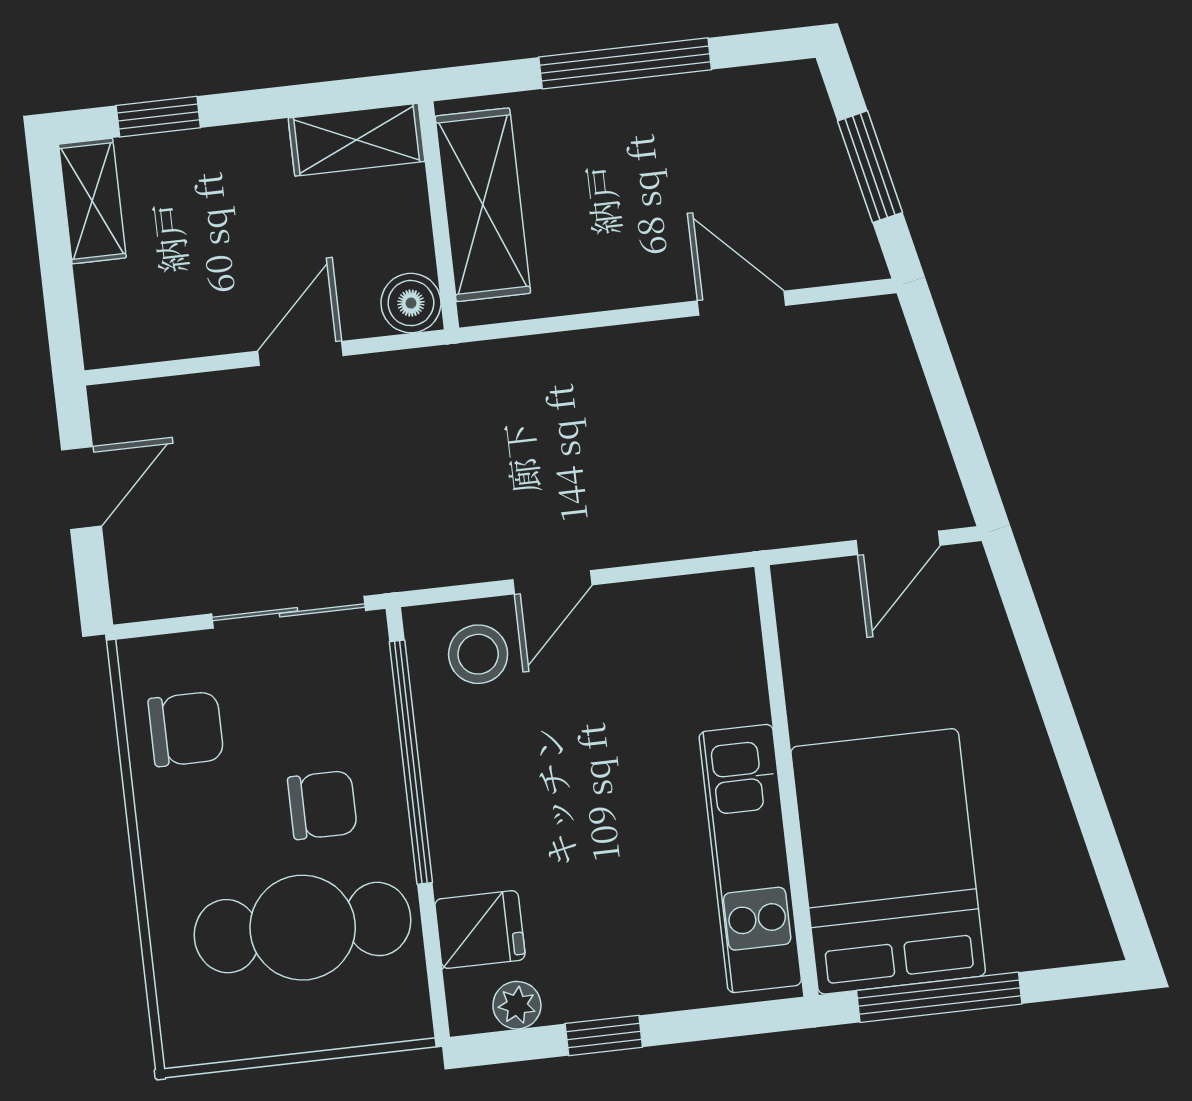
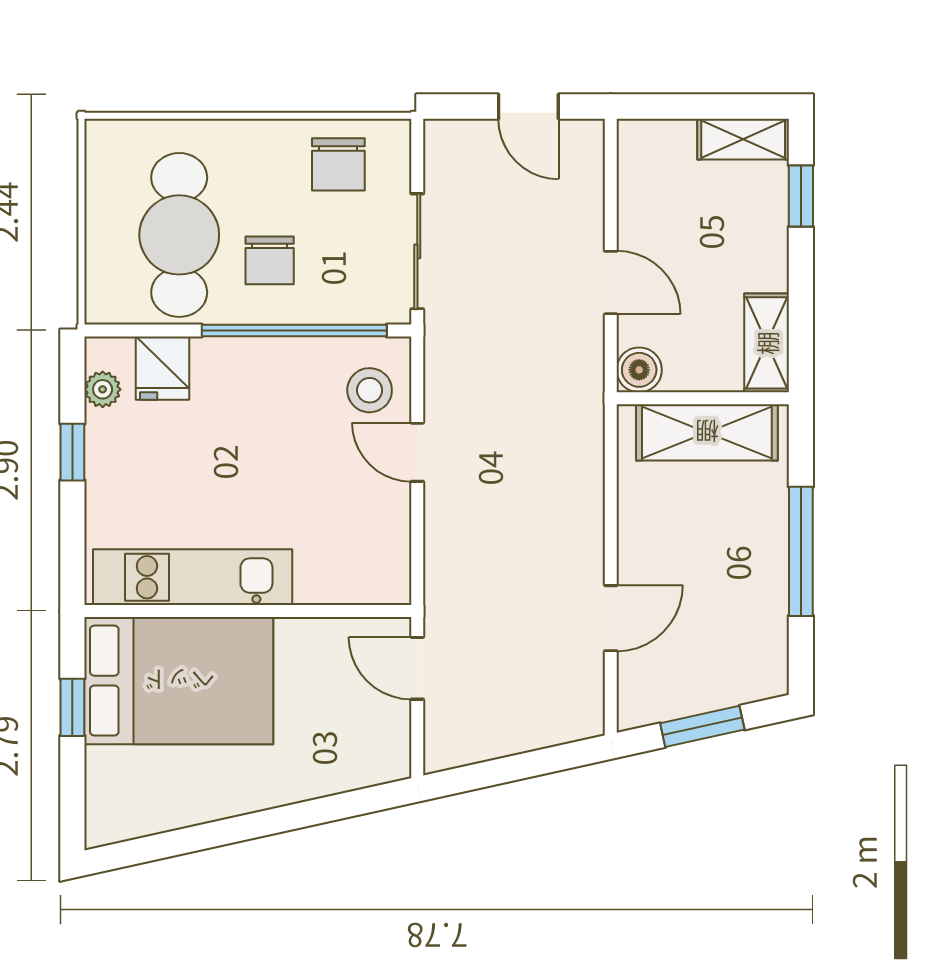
door: (898, 543) -> (417, 668), moved
window: (939, 997) -> (72, 707), width x0.46

